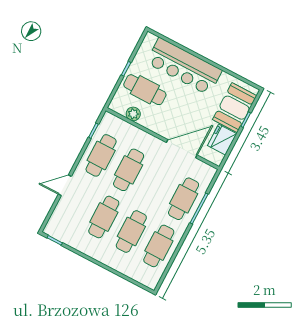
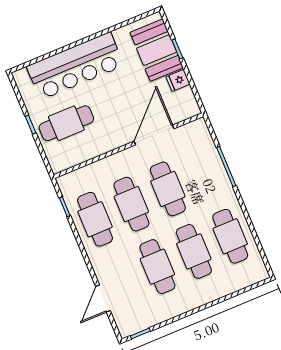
plant: (133, 114) -> (81, 154), removed
fridge: (222, 140) -> (178, 80), width x0.53, depth x0.75
door: (65, 185) -> (103, 299), moved
cafe table: (184, 199) -> (168, 189), moved

